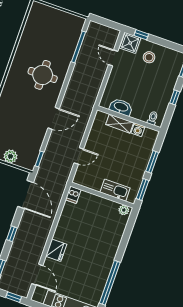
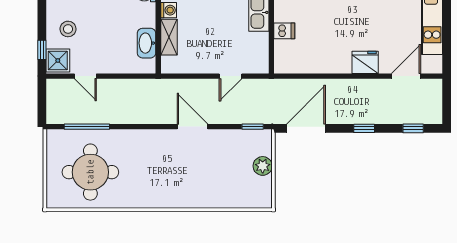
door: (113, 58) -> (85, 76), hinge flipped
round table: (43, 75) -> (90, 172), moved, width x1.36, depth x1.36
door: (79, 156) -> (231, 76), swing flipped
dishwasher: (73, 195) -> (284, 31), moved
window: (14, 297) -> (447, 97), removed

